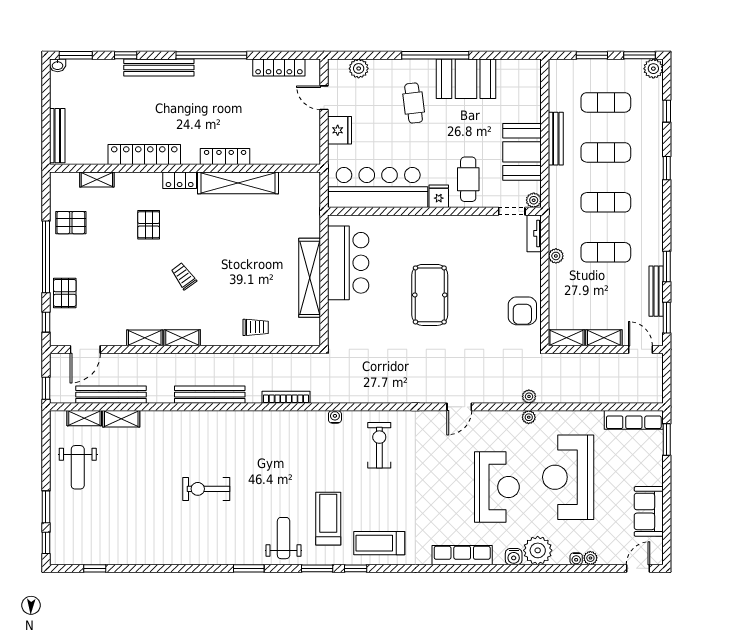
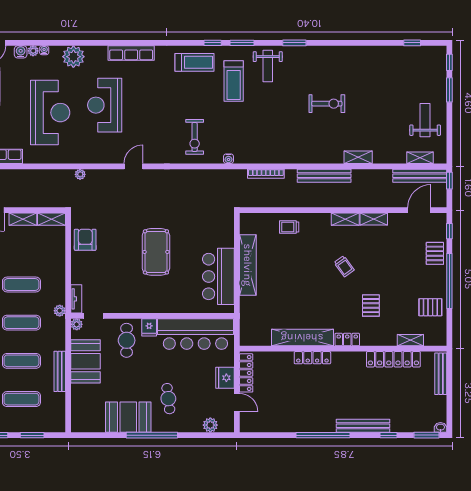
locker: (279, 67) -> (246, 373), moved, turned 90
locker: (144, 154) -> (393, 359), moved
plant: (556, 256) -> (60, 311), moved
bench: (111, 395) -> (420, 176), moved
plant: (529, 417) -> (80, 158), removed
shelving: (121, 419) -> (358, 157), moved
water cooler: (514, 557) -> (21, 52), moved

